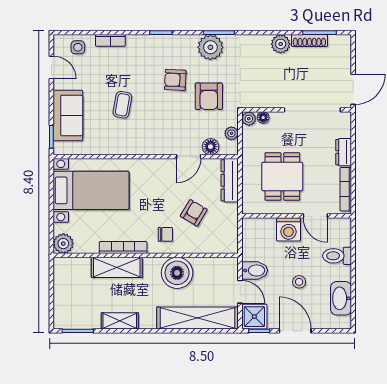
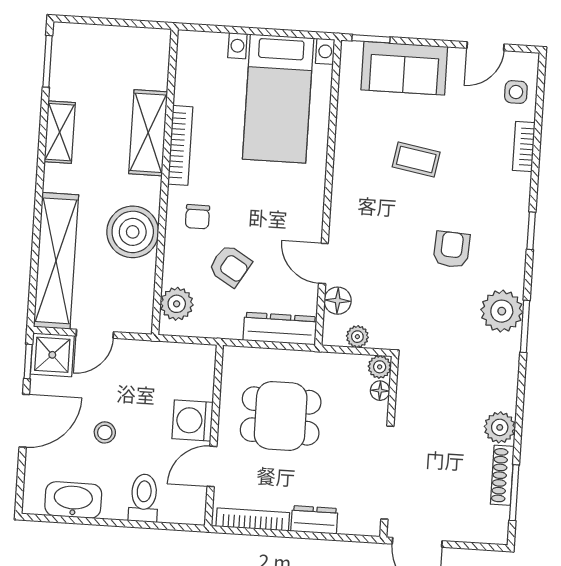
armchair: (209, 96) -> (421, 303), removed
plant: (63, 244) -> (177, 304), moved
bidet: (255, 270) -> (128, 360), removed

